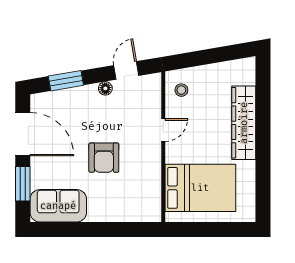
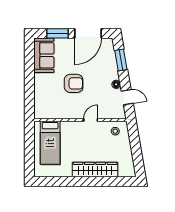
door: (163, 130) -> (91, 120), swing flipped
armchair: (104, 158) -> (74, 83), turned 180
bed: (200, 188) -> (50, 143), width x0.67

